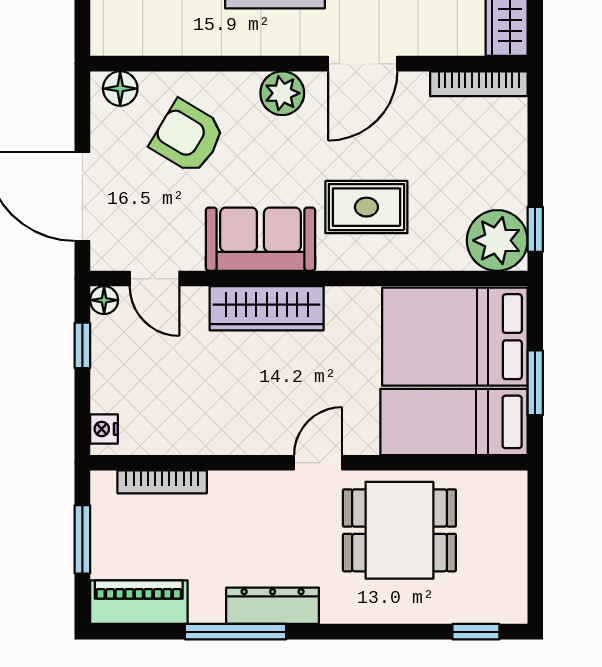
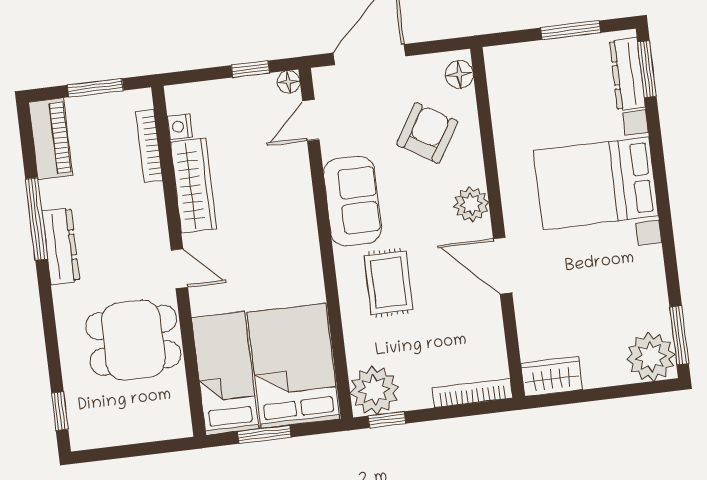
bookcase: (479, 84) -> (472, 393), moved, turned 90
wardrobe: (267, 308) -> (193, 186), moved, turned 180
nightstand: (104, 429) -> (180, 127), moved, turned -90
dining table: (399, 530) -> (133, 340), turned 90

